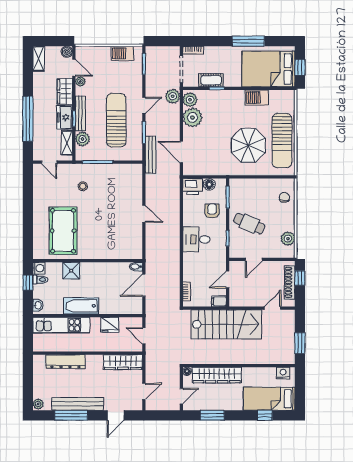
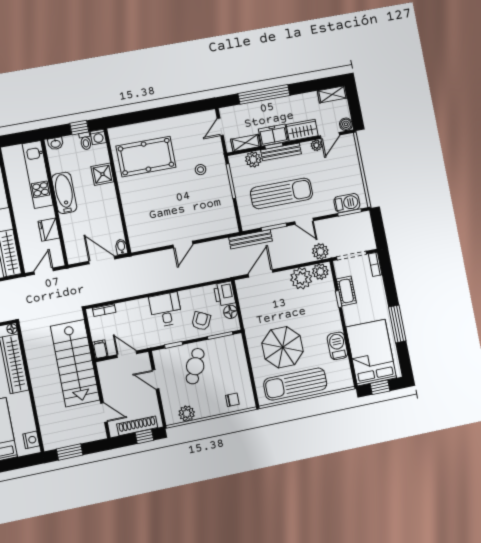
barbecue: (122, 53) -> (347, 203), moved, turned 90
armchair: (212, 211) -> (201, 321), turned -64

